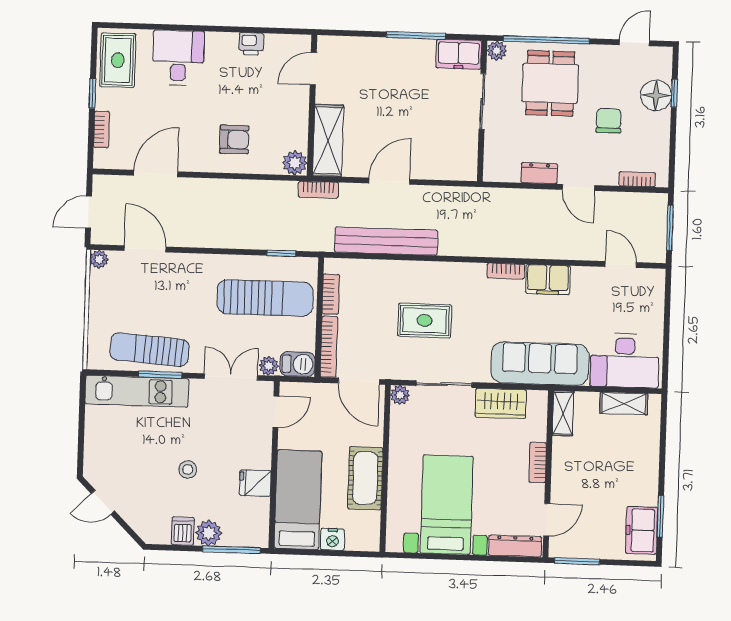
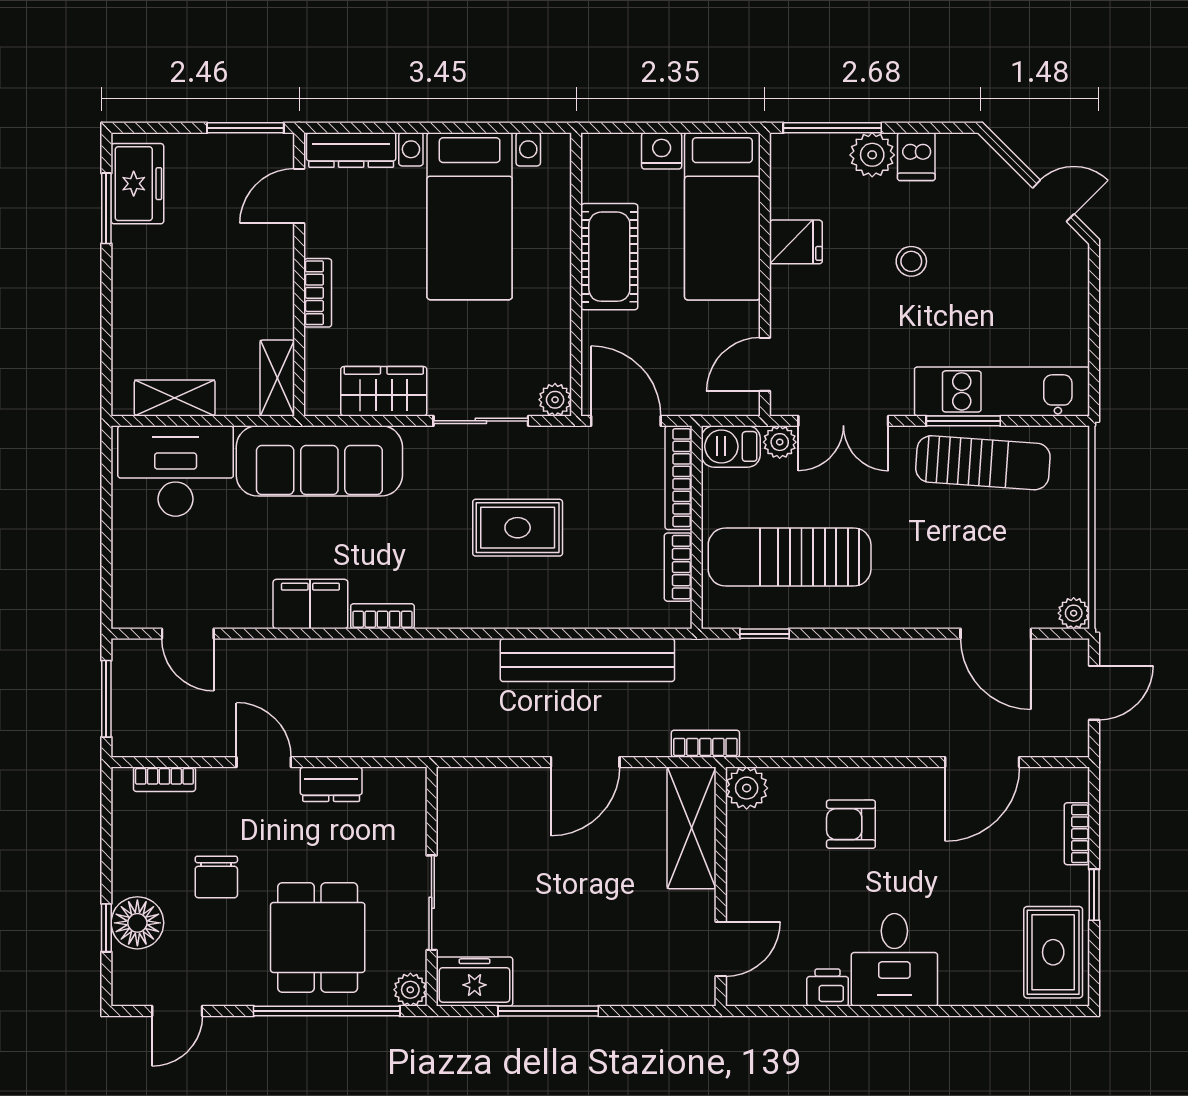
desk: (178, 58) -> (894, 960), moved

